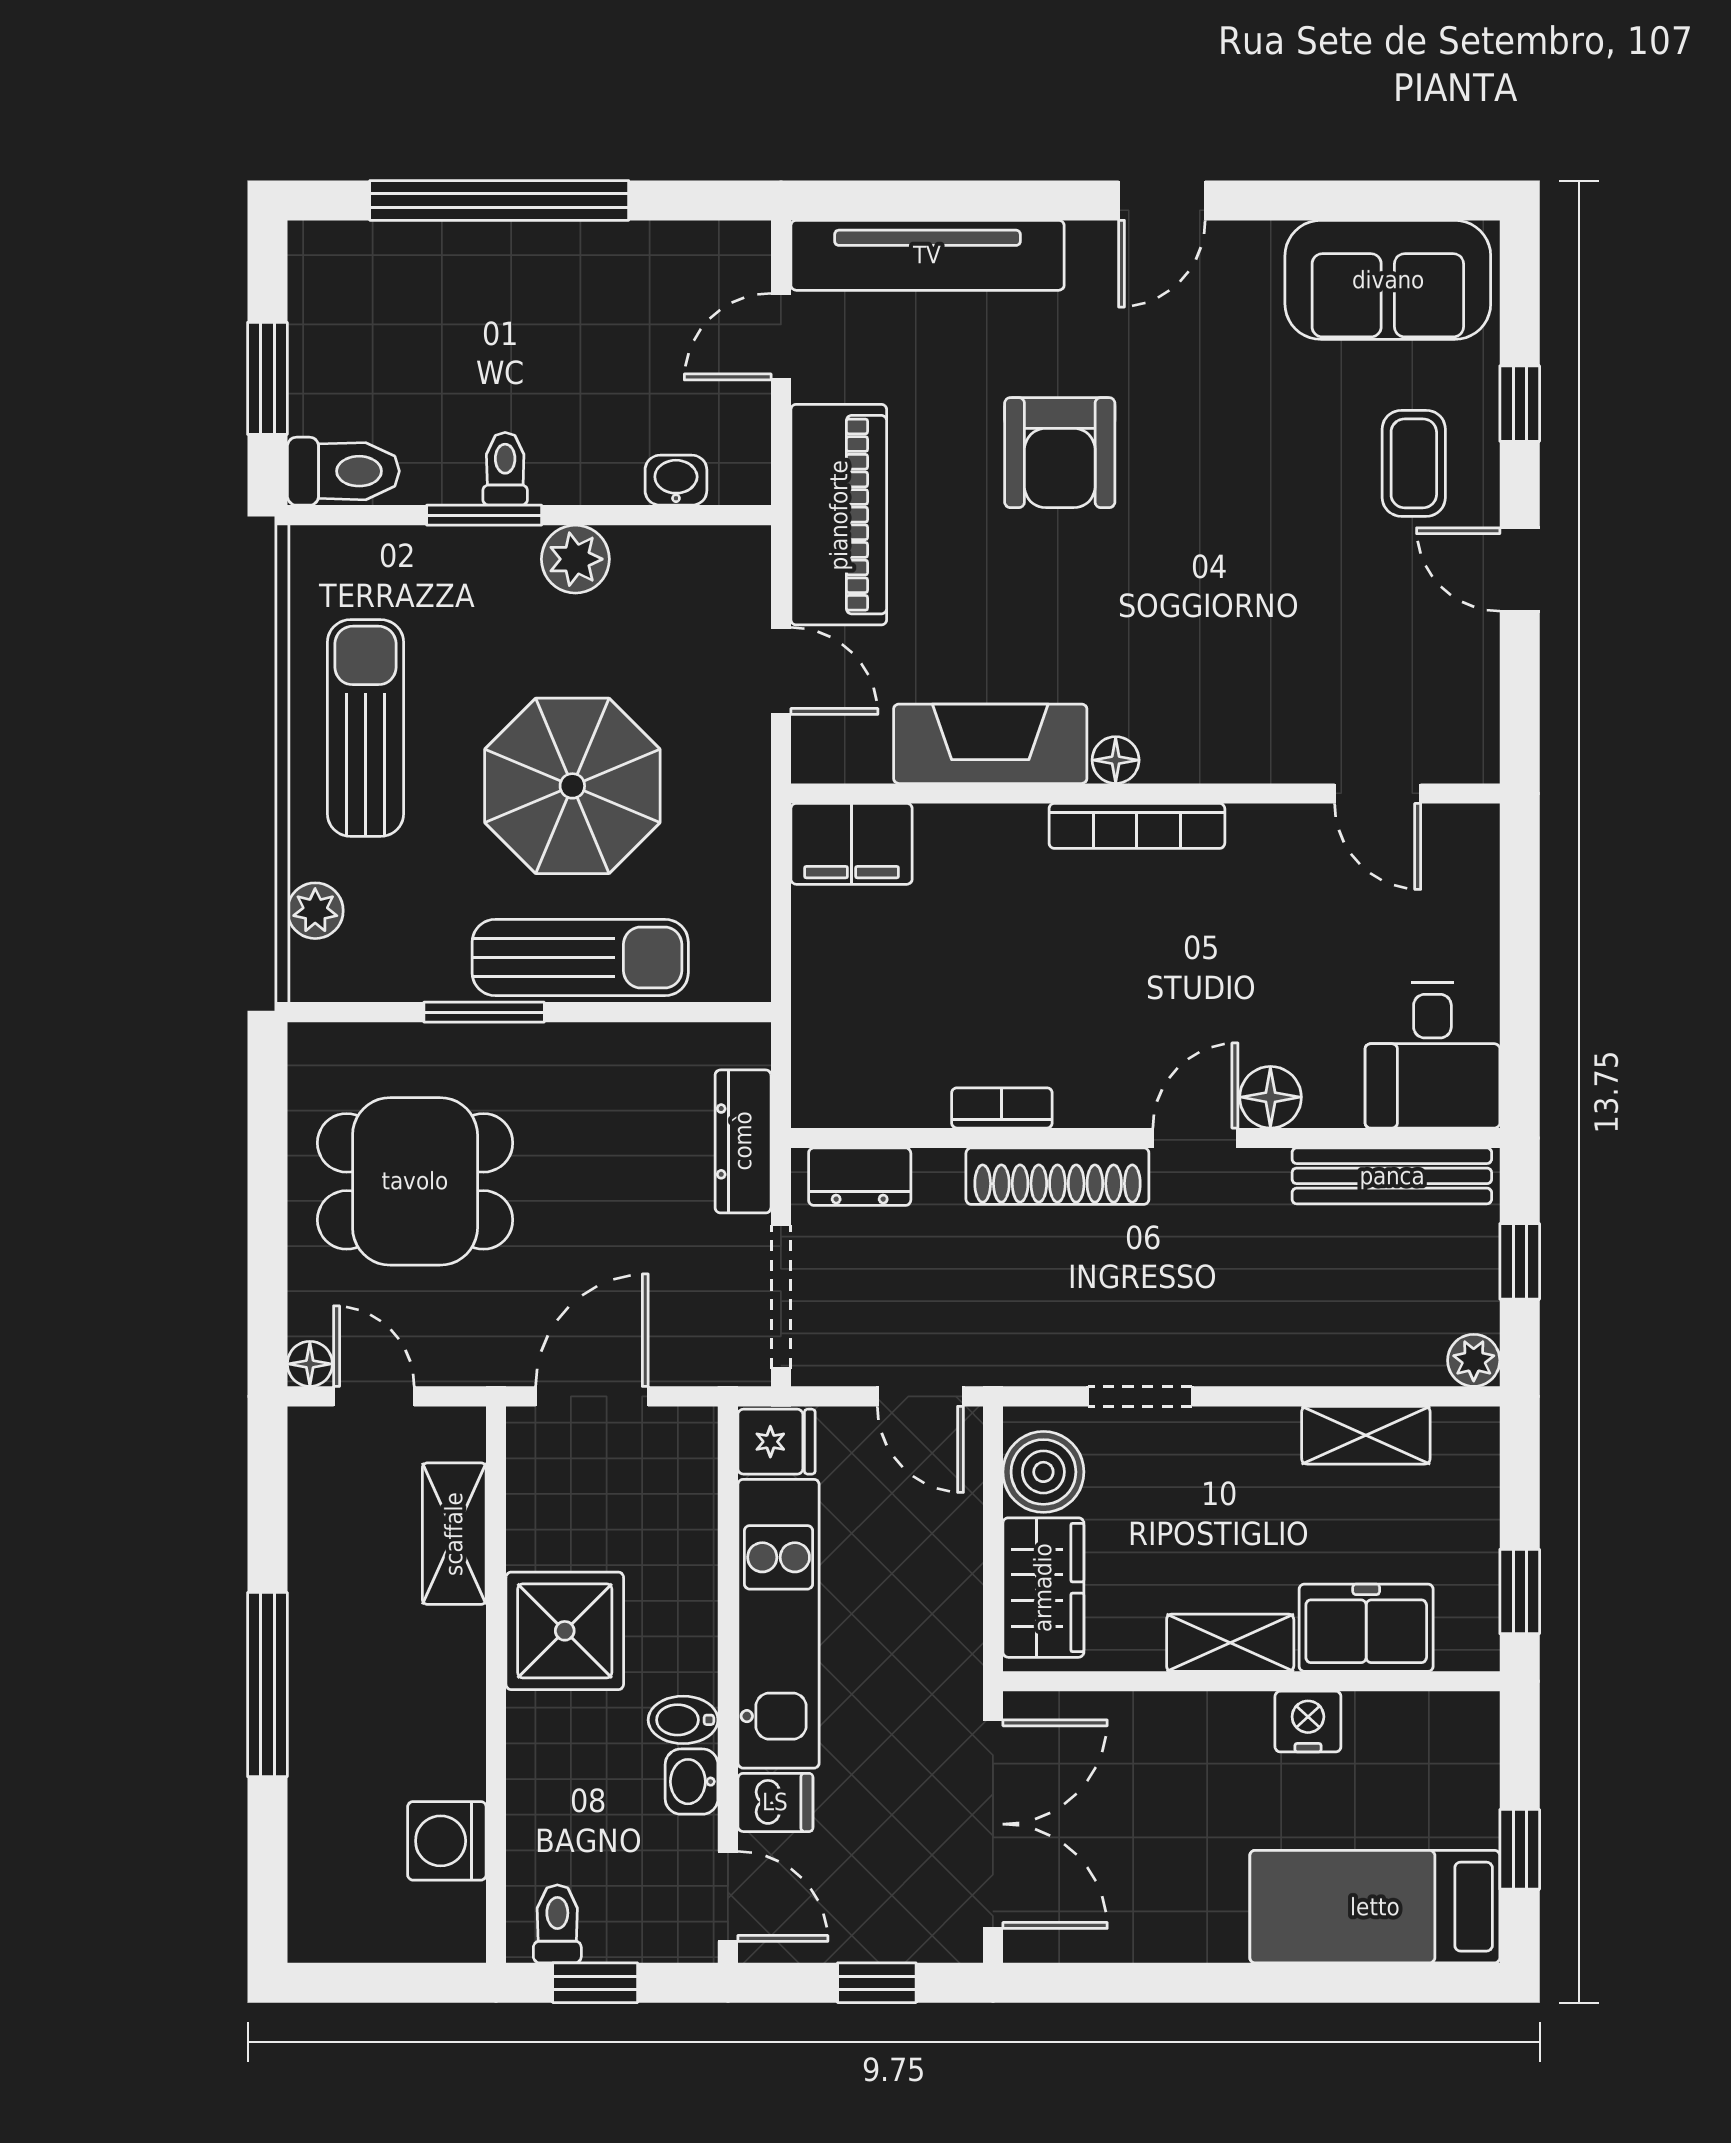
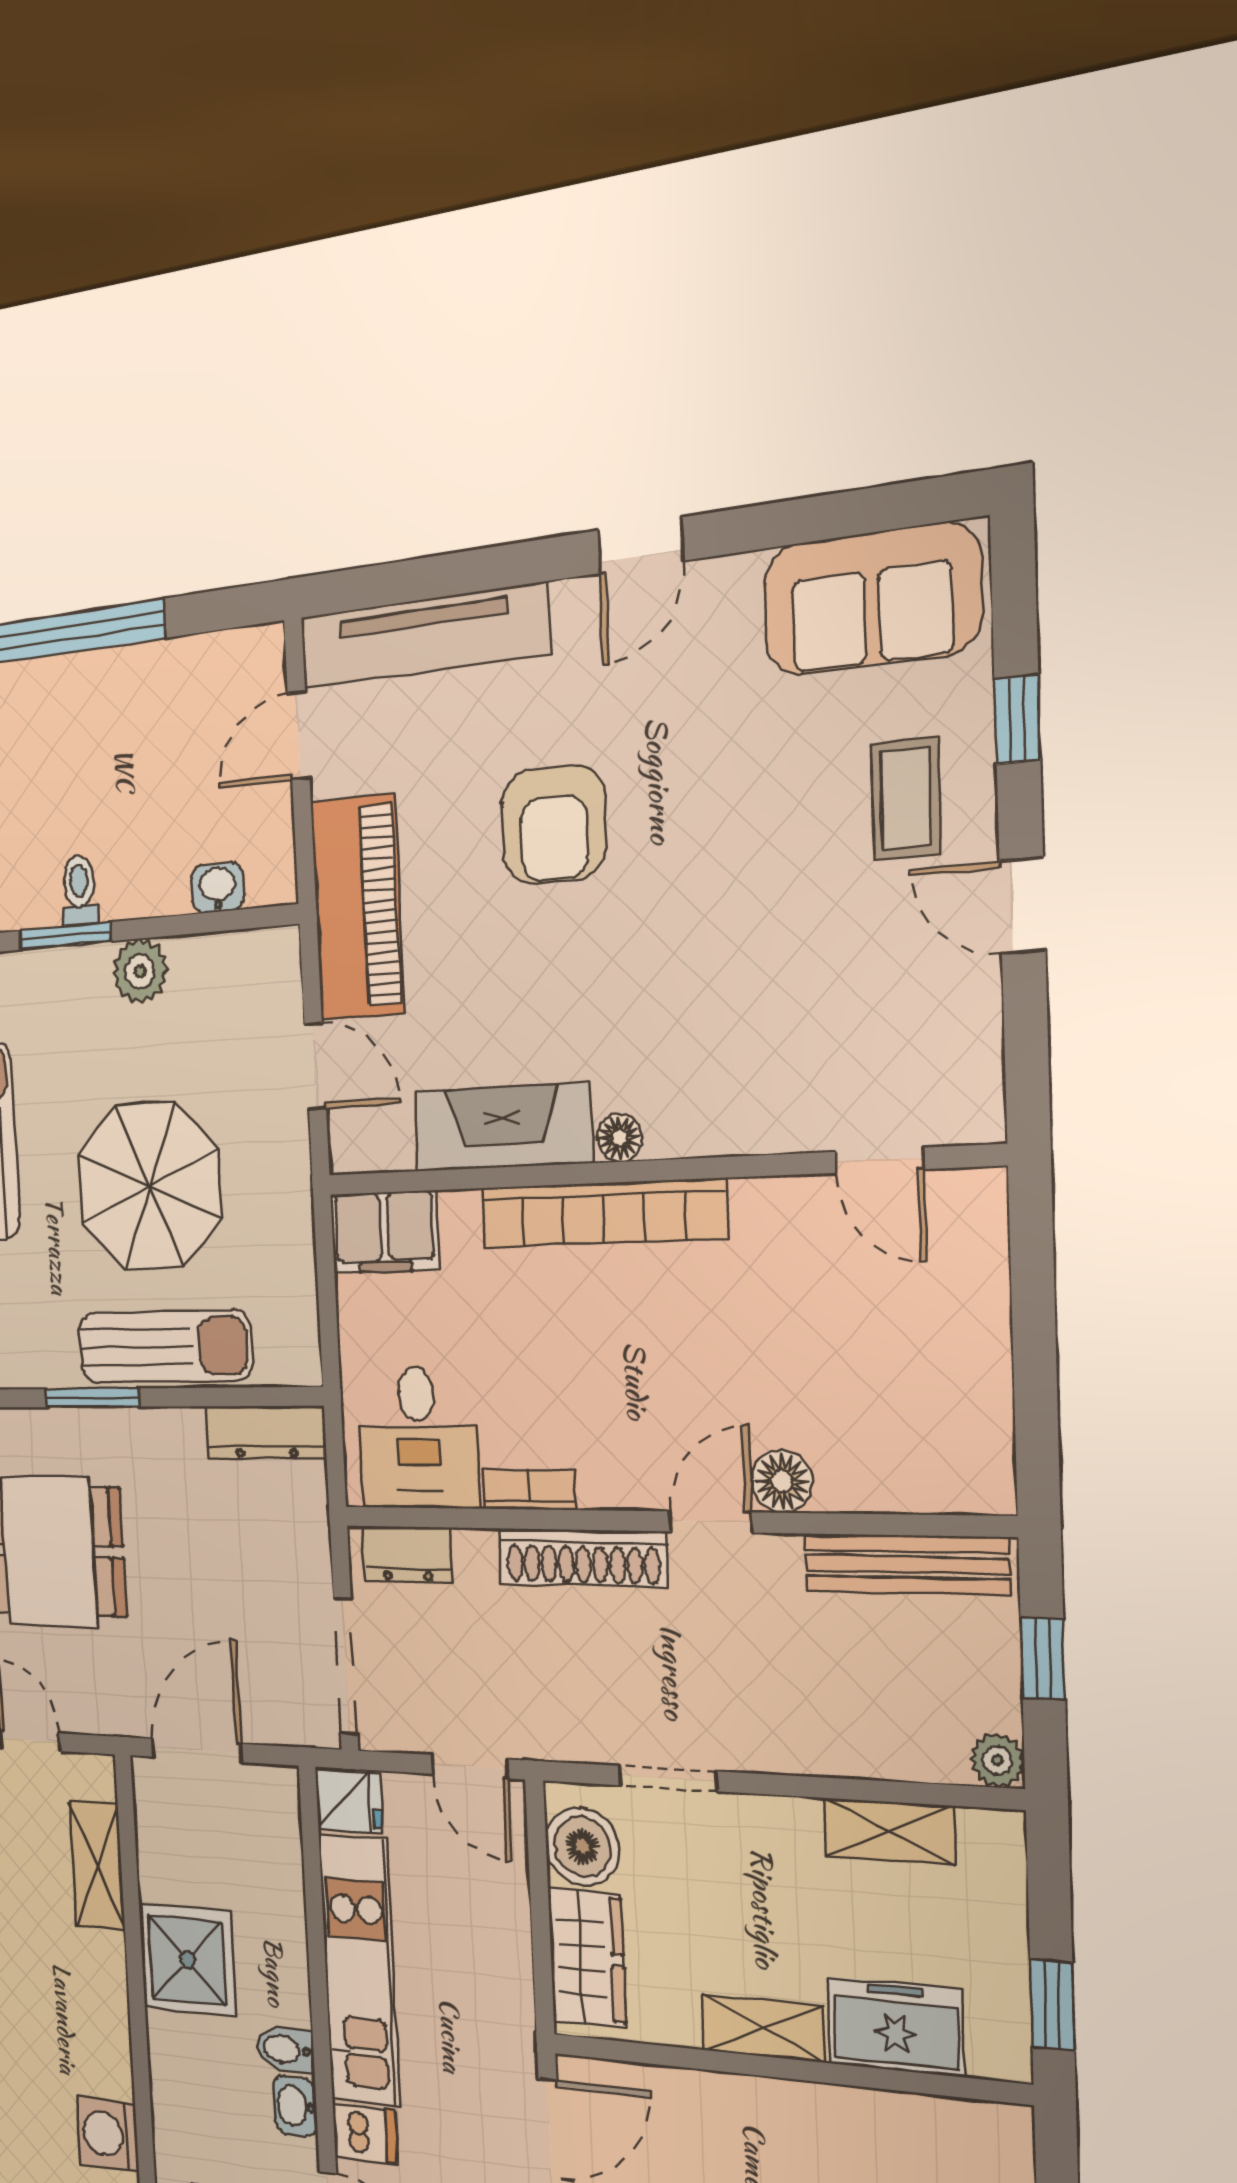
bookcase: (1137, 826) -> (603, 1213), width x1.48, depth x1.31
desk: (1432, 1055) -> (418, 1438), moved
dresser: (743, 1141) -> (266, 1432), moved, turned -90
nightstand: (1308, 1722) -> (841, 2114), removed

